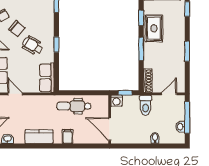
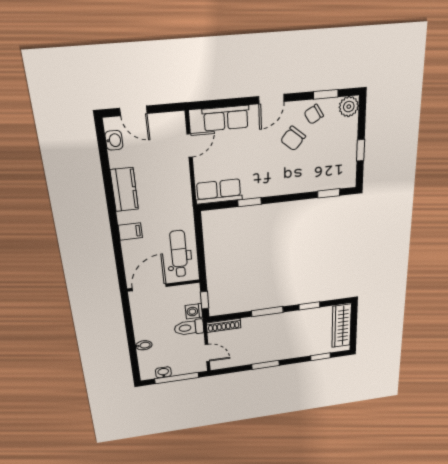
rug: (154, 28) -> (295, 323), removed
window: (56, 45) -> (249, 202), moved
wheelchair: (33, 46) -> (267, 165), removed
washing machine: (116, 101) -> (194, 311), moved
dental chair: (74, 106) -> (179, 254), moved

